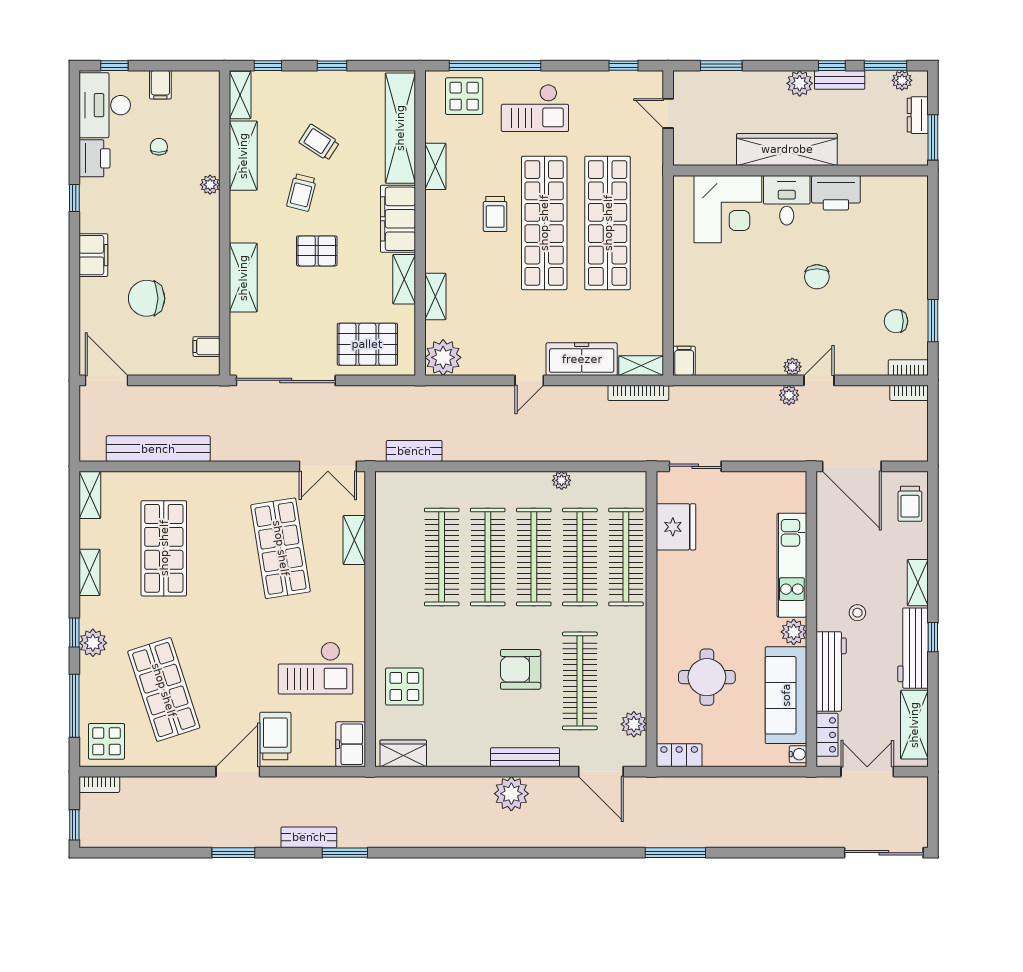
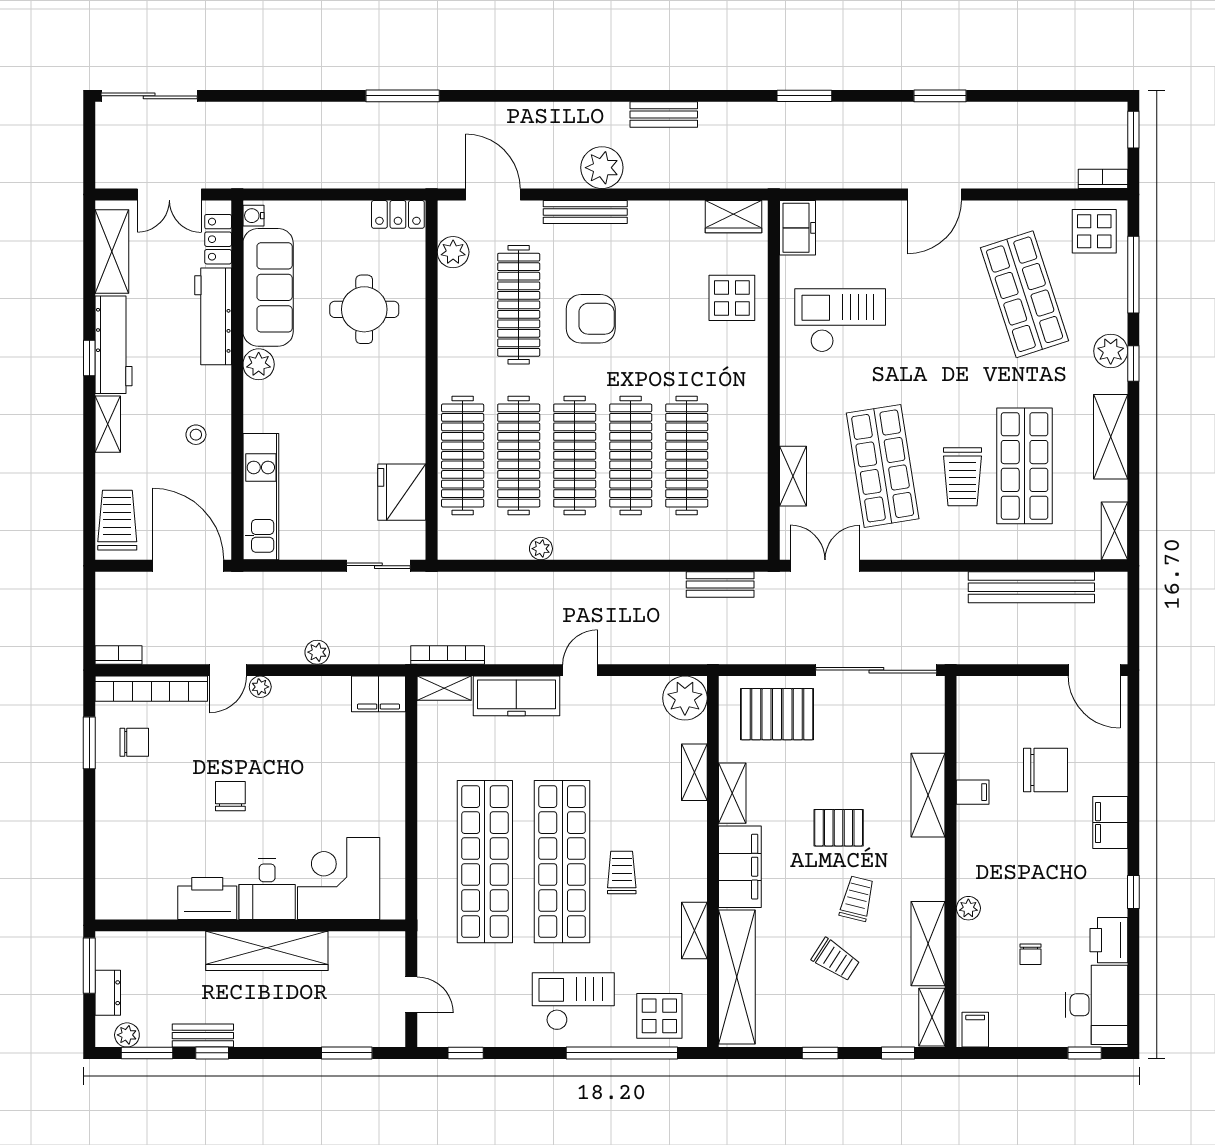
plant: (800, 83) -> (251, 1031), removed
filing cabinet: (160, 85) -> (975, 1030), moved
filing cabinet: (206, 347) -> (973, 792), moved
filing cabinet: (684, 361) -> (378, 694), width x2.00
bookcase: (908, 368) -> (151, 689), width x2.31, depth x1.31
plant: (789, 395) -> (317, 652), moved
trolley: (910, 504) -> (117, 520), width x1.36, depth x1.39
kitchen unit: (792, 565) -> (261, 497), moved
shelving: (90, 572) -> (1111, 437), width x1.50, depth x1.33
stool: (857, 613) -> (196, 435), moved
trolley: (275, 736) -> (963, 477), moved
bench: (309, 837) -> (664, 115), moved

